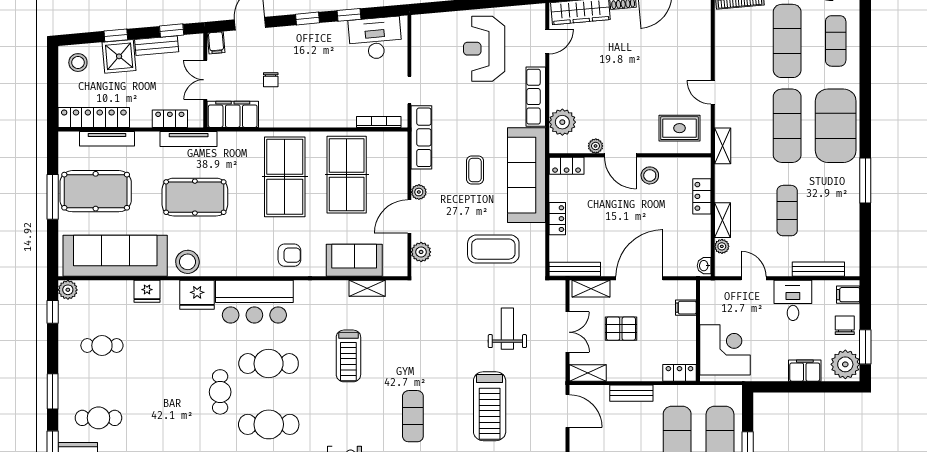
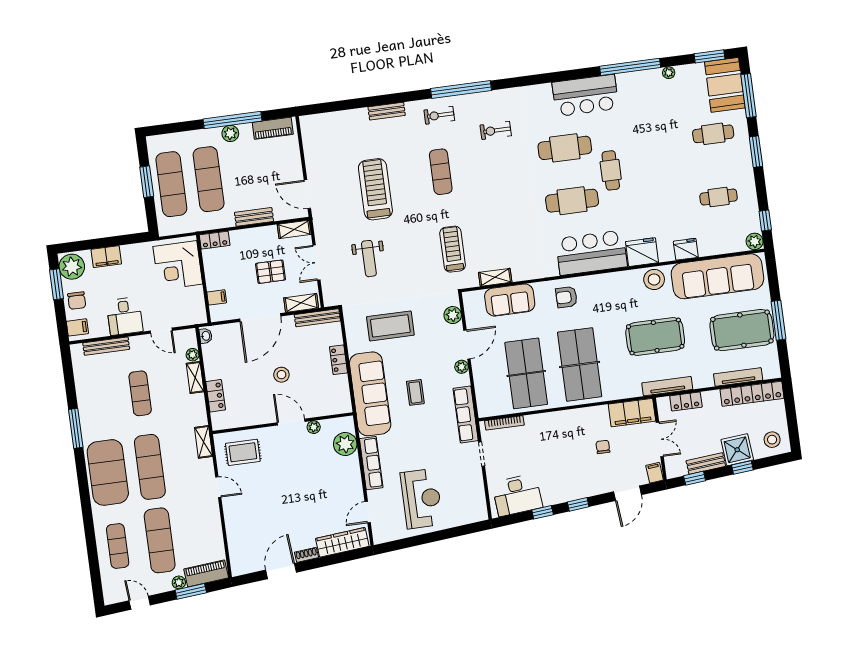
locker: (567, 166) -> (336, 407), removed
stool: (650, 175) -> (281, 375), moved
treadmill: (348, 356) -> (453, 249), moved

